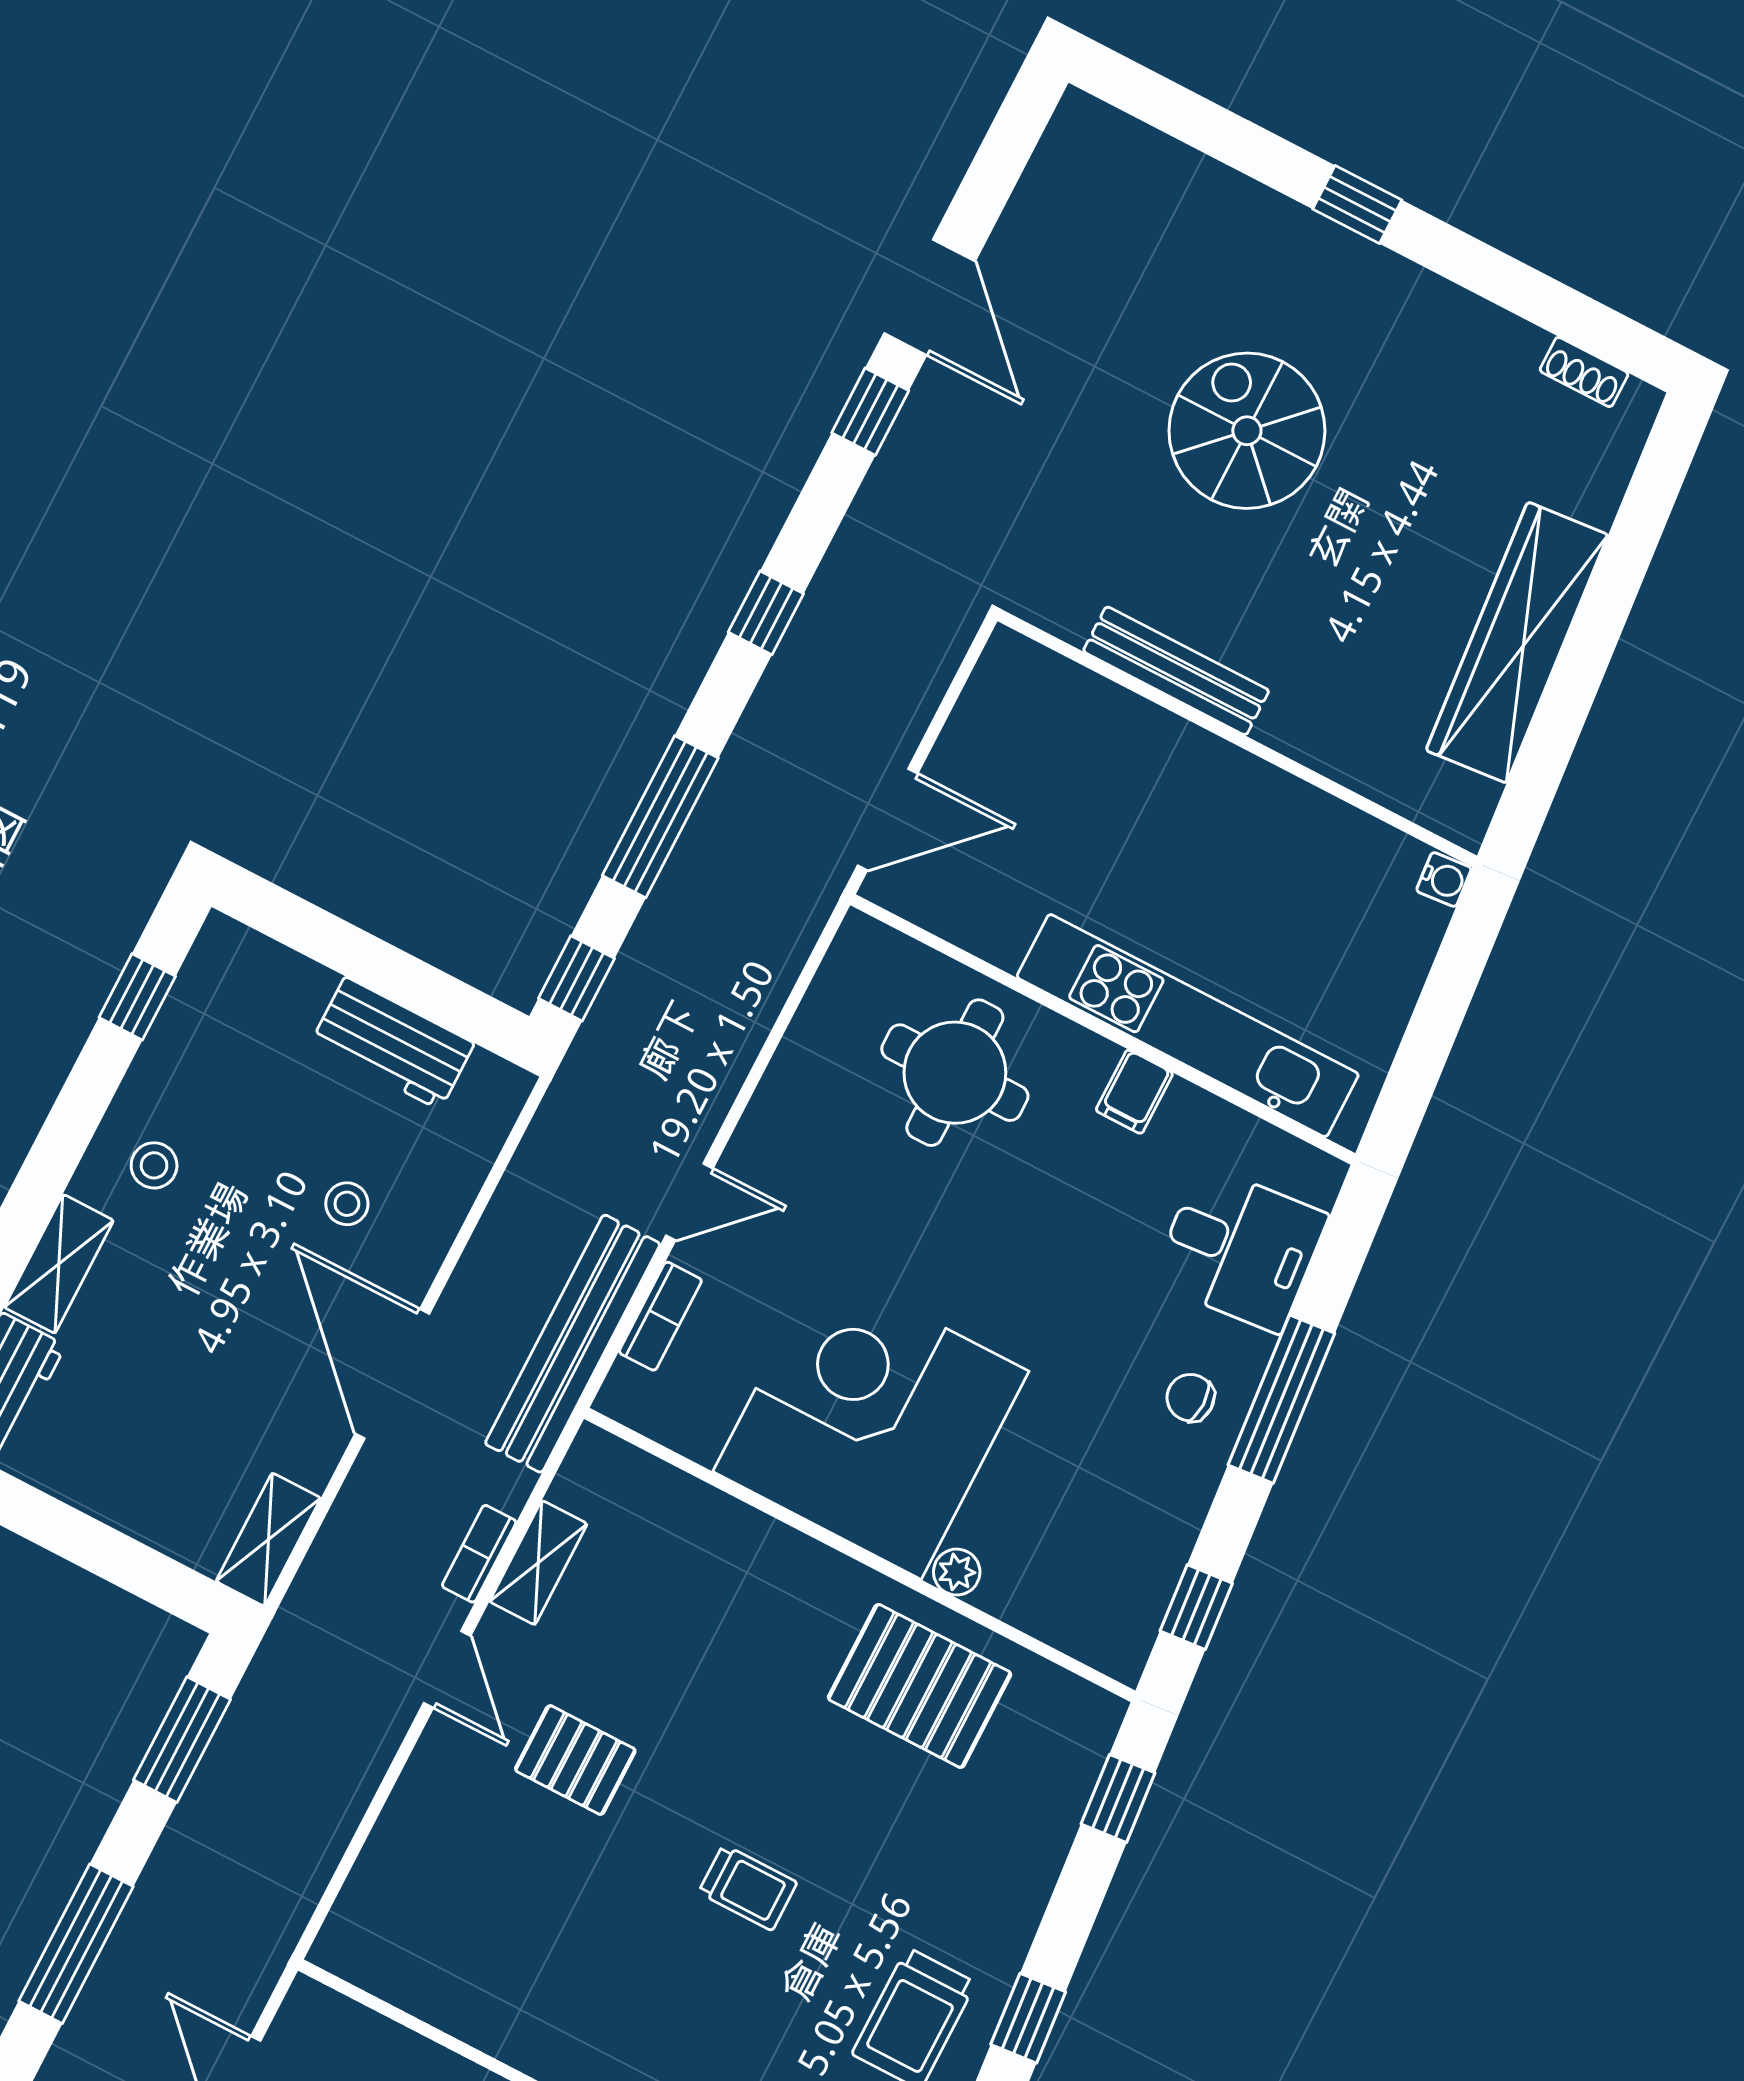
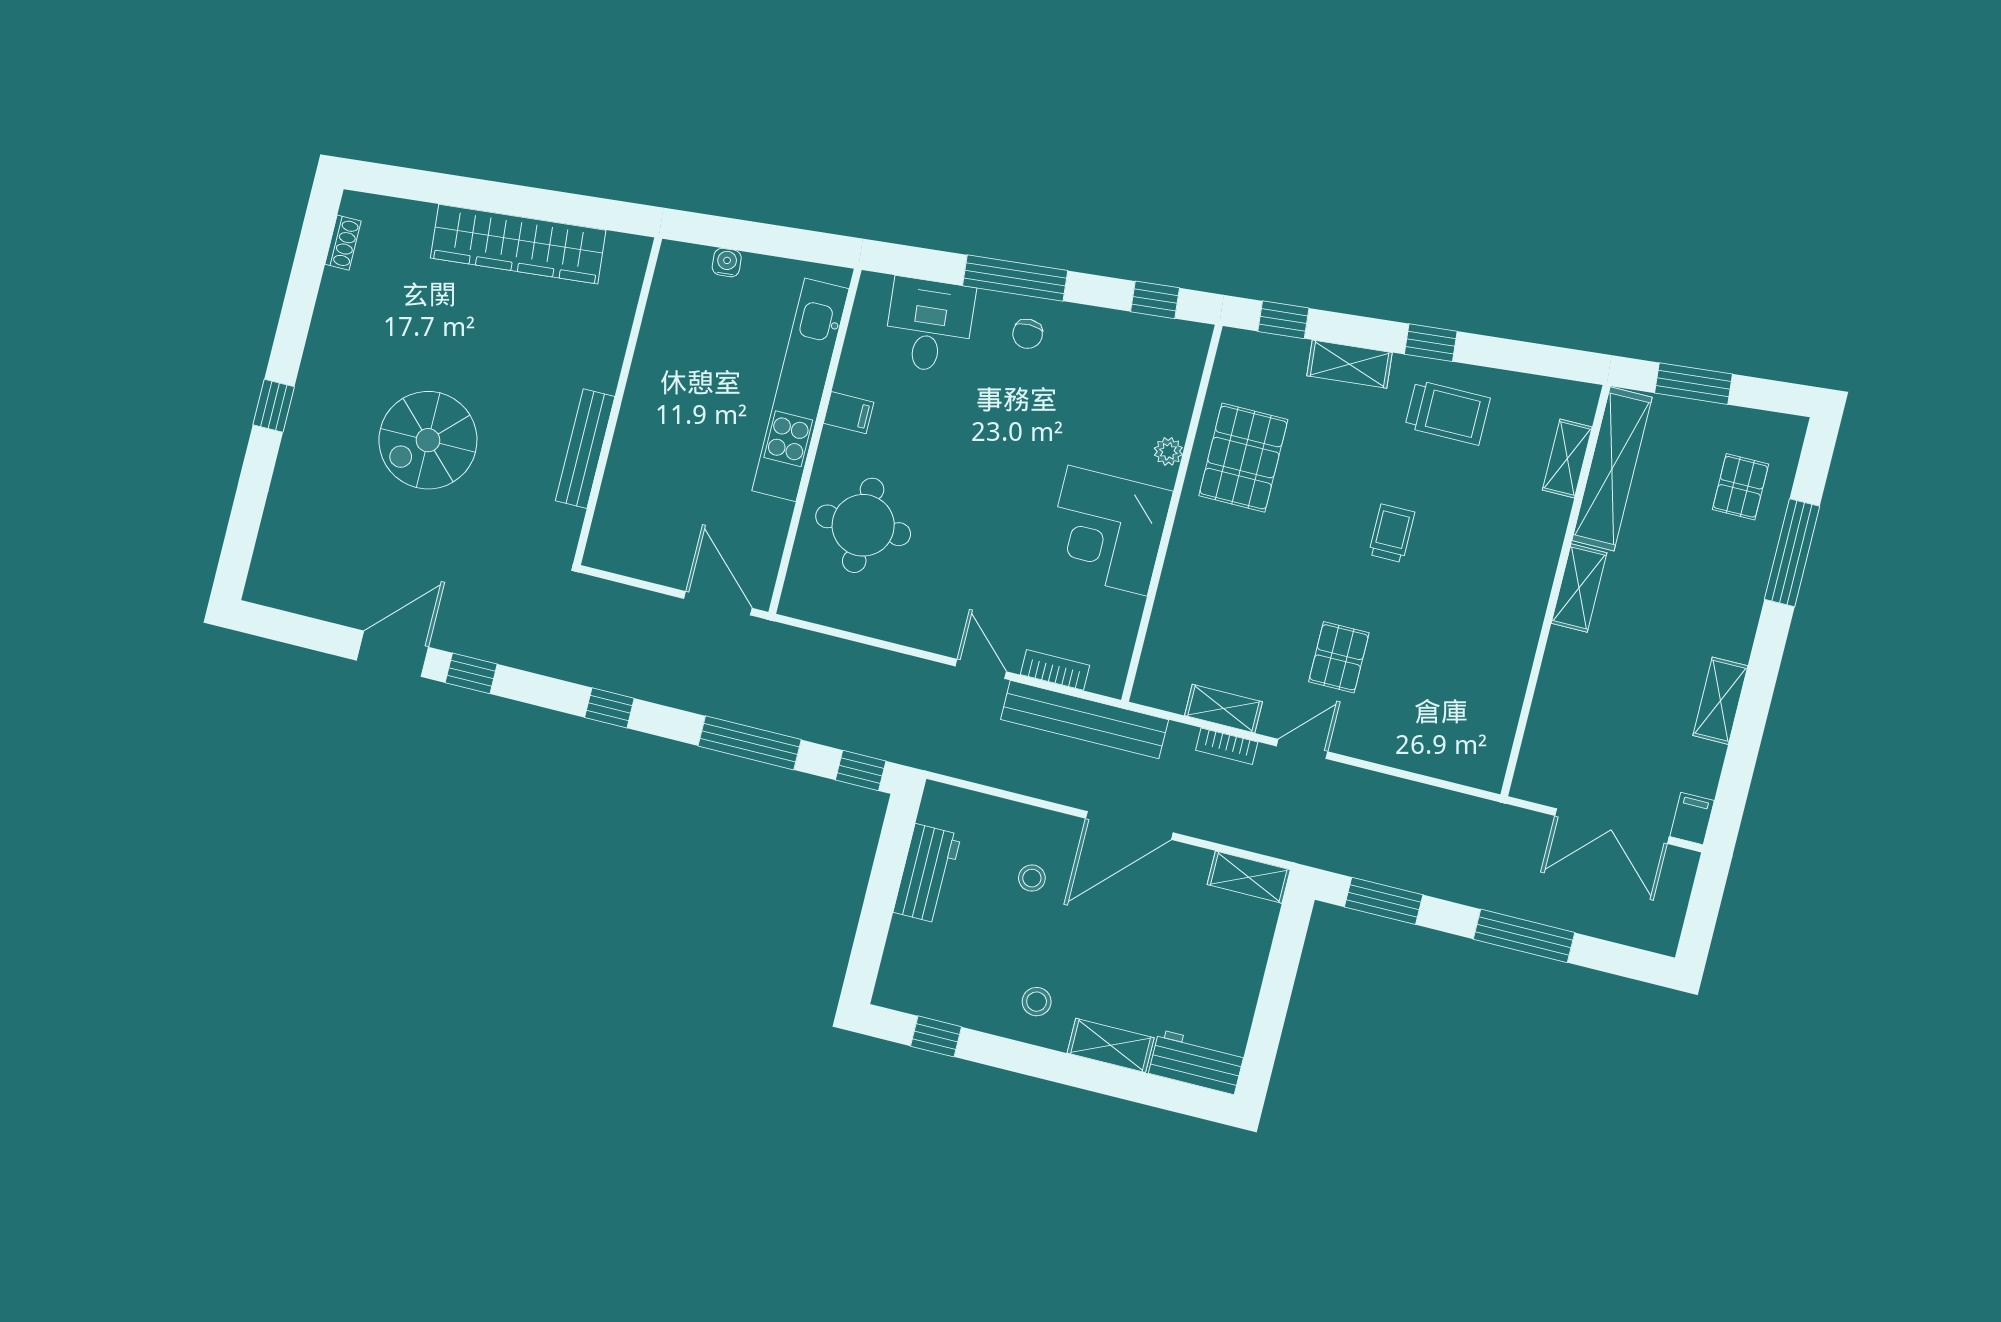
water cooler: (1444, 879) -> (727, 263), moved
corner desk: (871, 1421) -> (1108, 531), width x0.74, depth x0.74
shelving: (1025, 1885) -> (1350, 364), added

